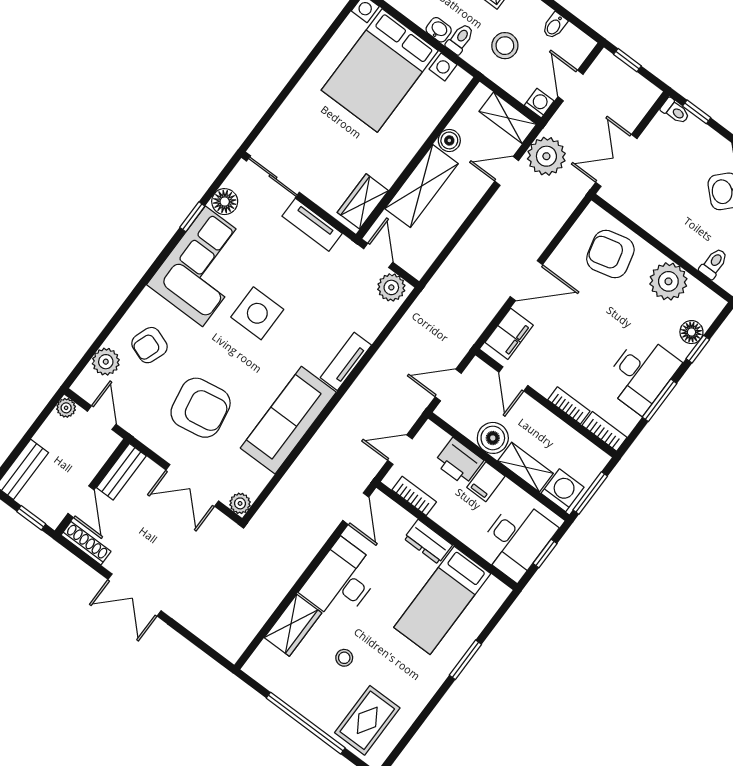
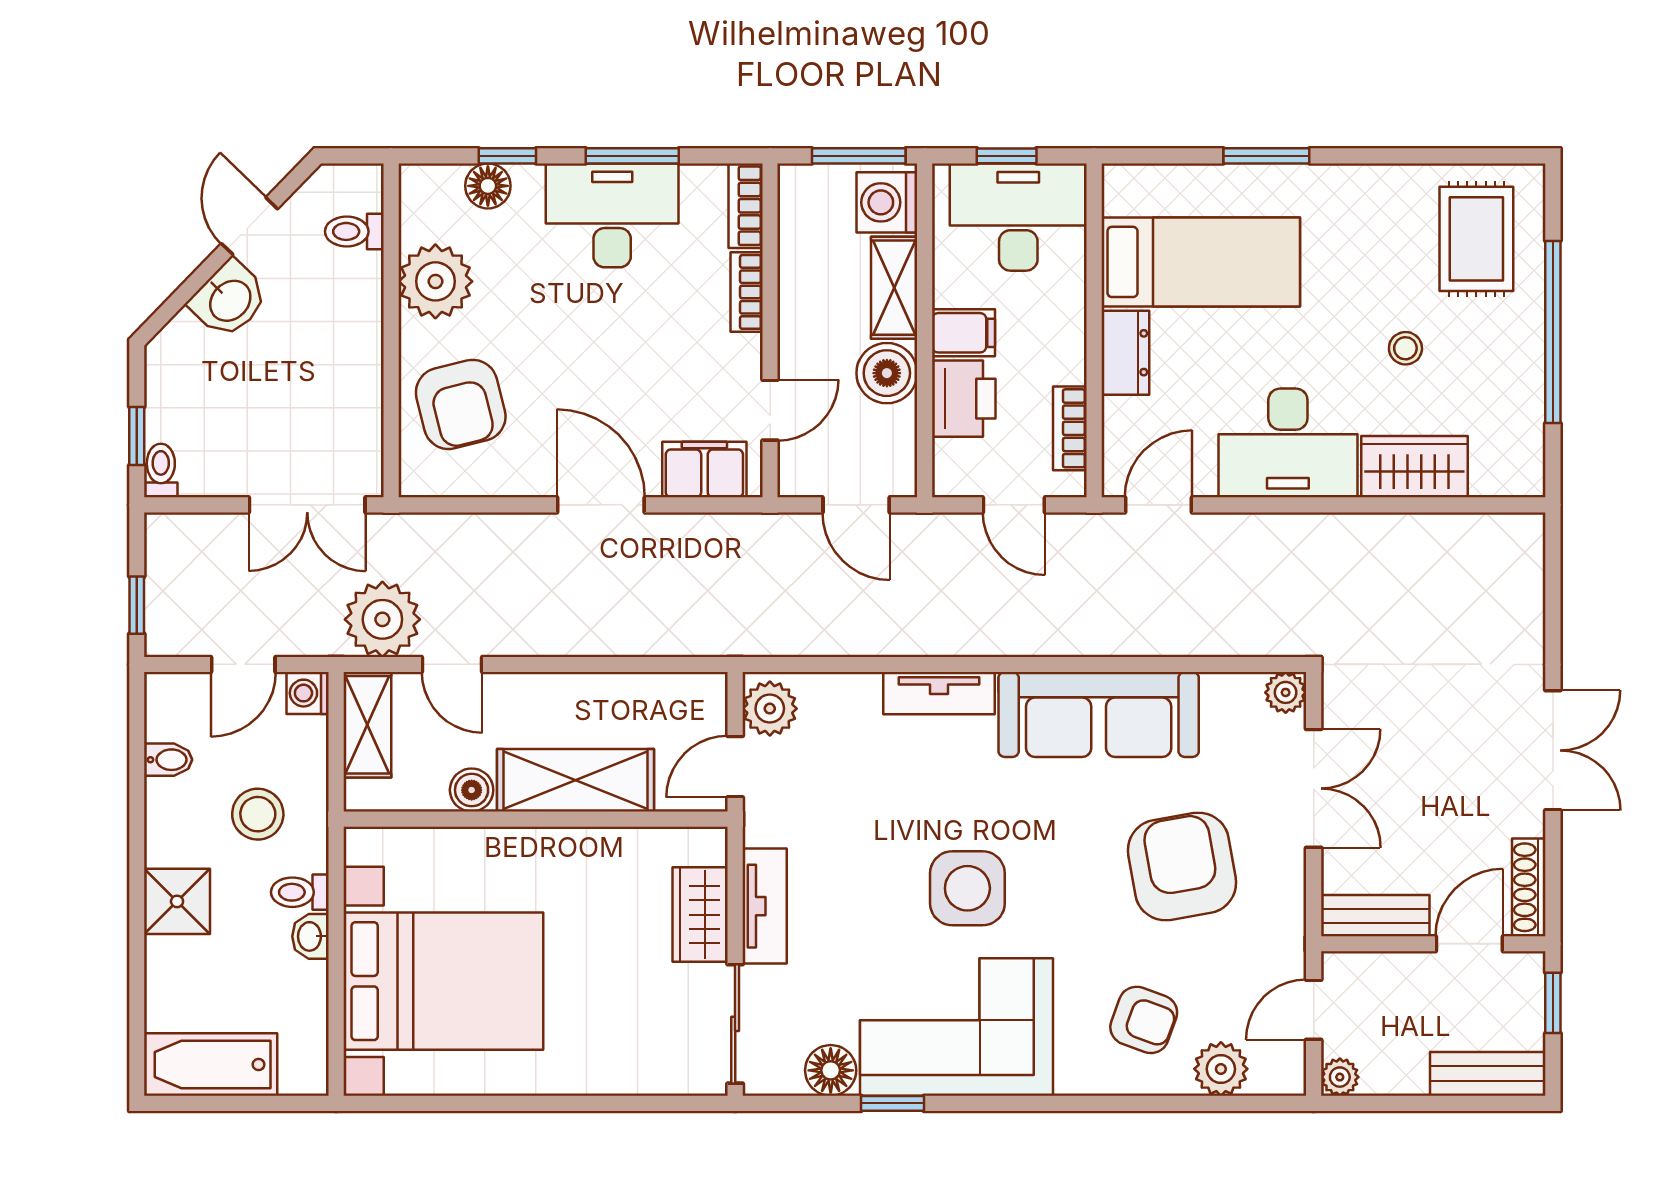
wardrobe: (363, 201) -> (700, 915), moved, turned 90
rug: (367, 720) -> (1476, 239), turned 90

